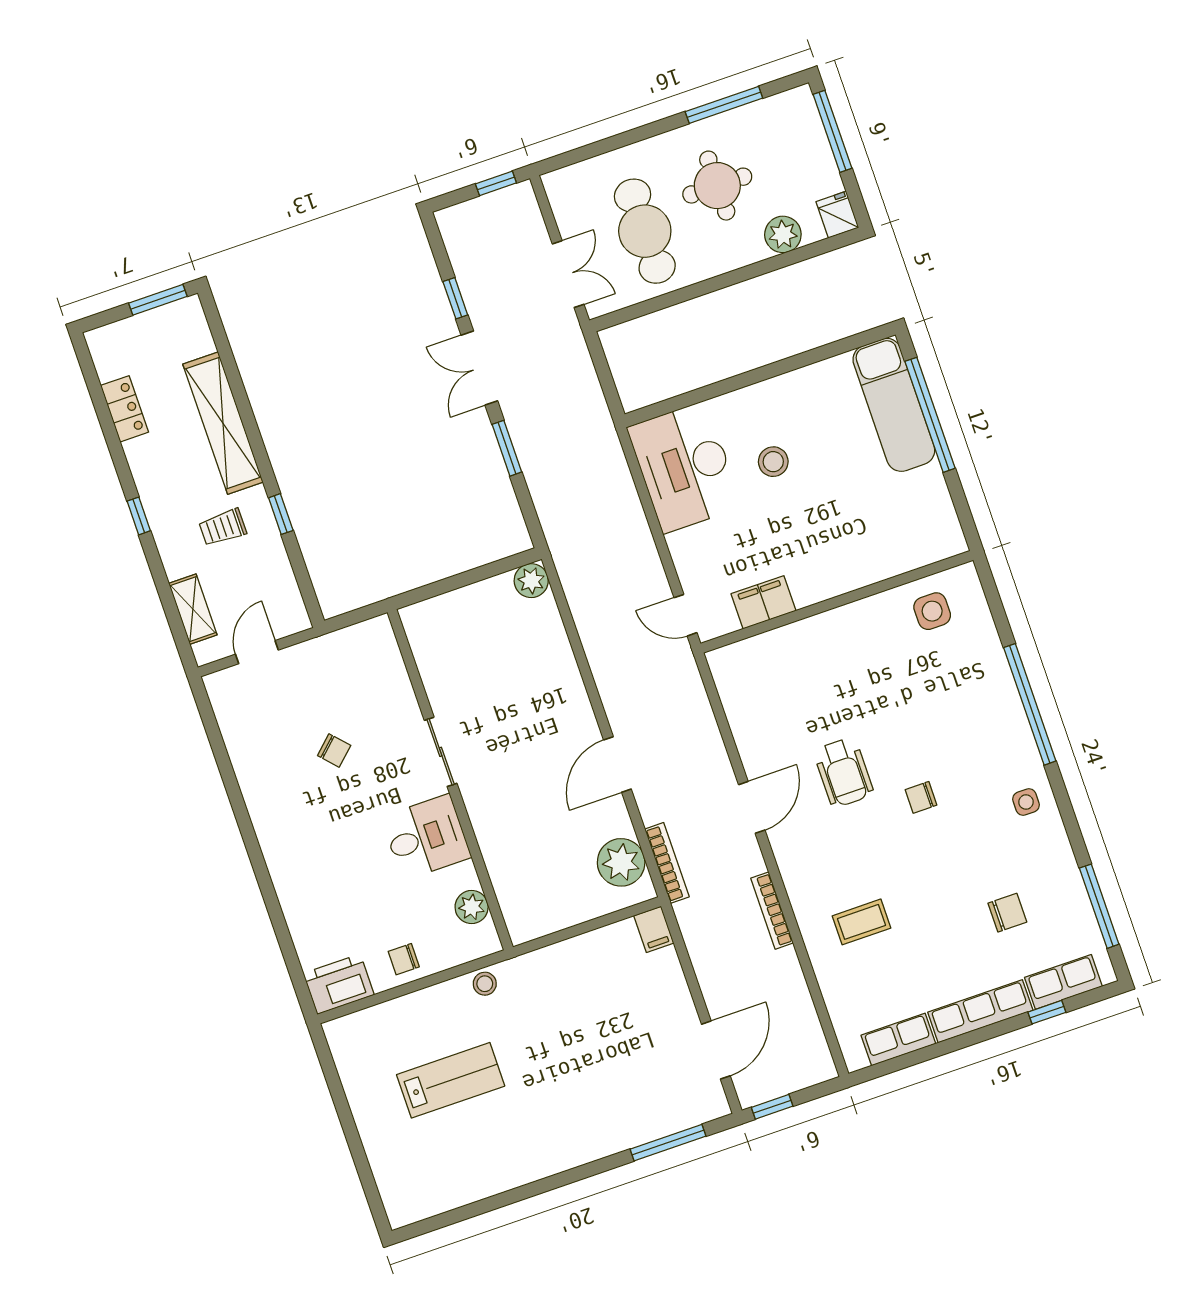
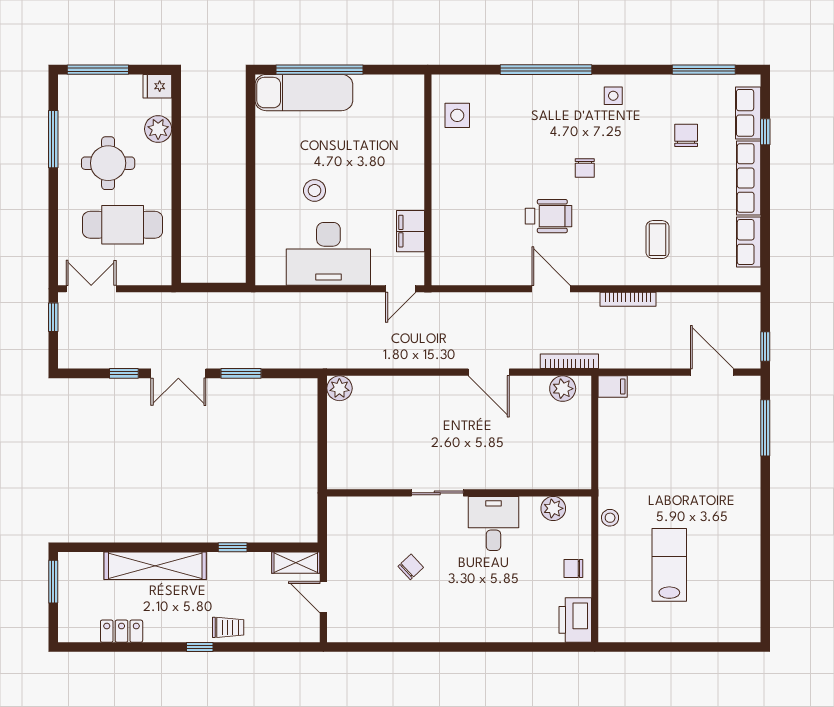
double door: (568, 274) -> (91, 289), moved
desk: (685, 467) -> (328, 254), moved
trolley: (223, 527) -> (228, 627), moved, turned -90
shelving: (193, 609) -> (296, 563), moved
plant: (621, 862) -> (563, 389), width x0.73, depth x0.73
chair: (404, 959) -> (573, 568), turned 90

